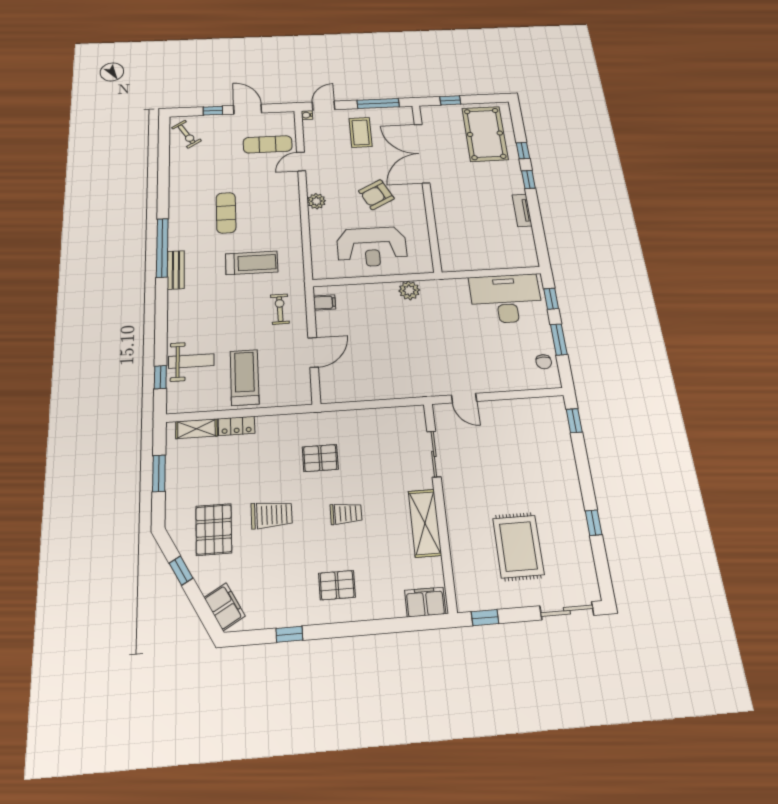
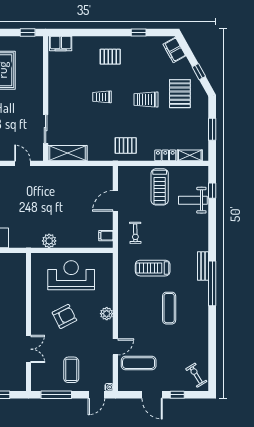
double door: (422, 153) -> (29, 349), width x0.54
pallet: (320, 458) -> (126, 145), moved
shelving: (425, 523) -> (68, 153), moved, turned 90

